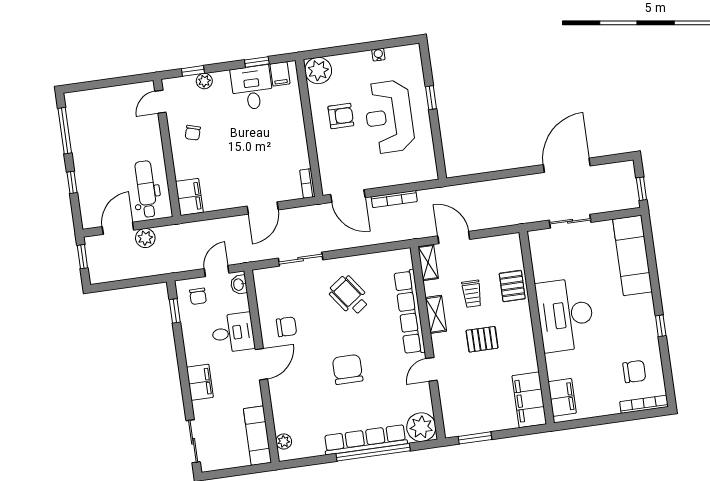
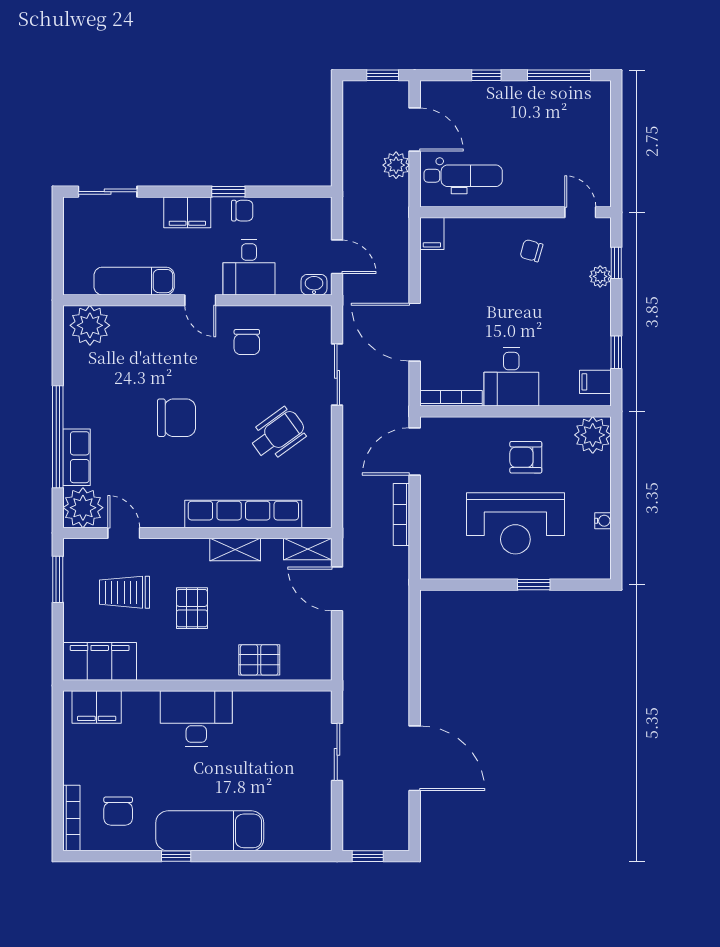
desk: (252, 88) -> (511, 377), moved, turned 90
armchair: (341, 116) -> (526, 457), turned 90
reception desk: (389, 117) -> (515, 523), turned 180
bookcase: (307, 183) -> (451, 398), width x1.56
filing cabinet: (189, 197) -> (432, 234), width x0.50
door: (263, 208) -> (415, 332), width x1.36
door: (454, 238) -> (337, 589), swing flipped
exam couch: (632, 255) -> (210, 831), moved
trolley: (472, 294) -> (125, 592), moved, width x1.36, depth x1.39
chair: (198, 296) -> (242, 211), moved, turned 180
window: (175, 311) -> (228, 192), moved
desk: (565, 315) -> (196, 719), width x0.73, depth x0.77
door: (261, 364) -> (200, 300), width x0.73
door: (432, 369) -> (124, 533), moved
exam couch: (257, 436) -> (134, 281), moved
row of seats: (365, 440) -> (76, 457), width x0.50
plant: (284, 441) -> (90, 325), width x1.88, depth x1.88

